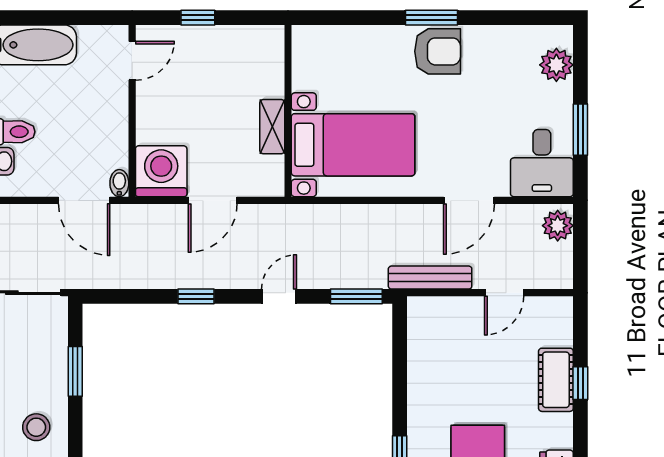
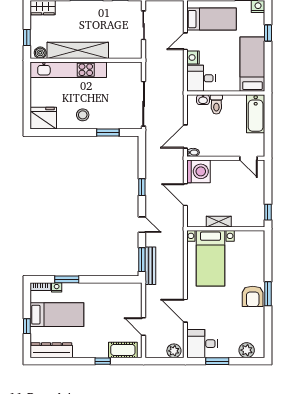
window: (198, 18) -> (268, 212), moved
bench: (430, 278) -> (150, 266), moved
cot: (556, 380) -> (123, 350), moved

